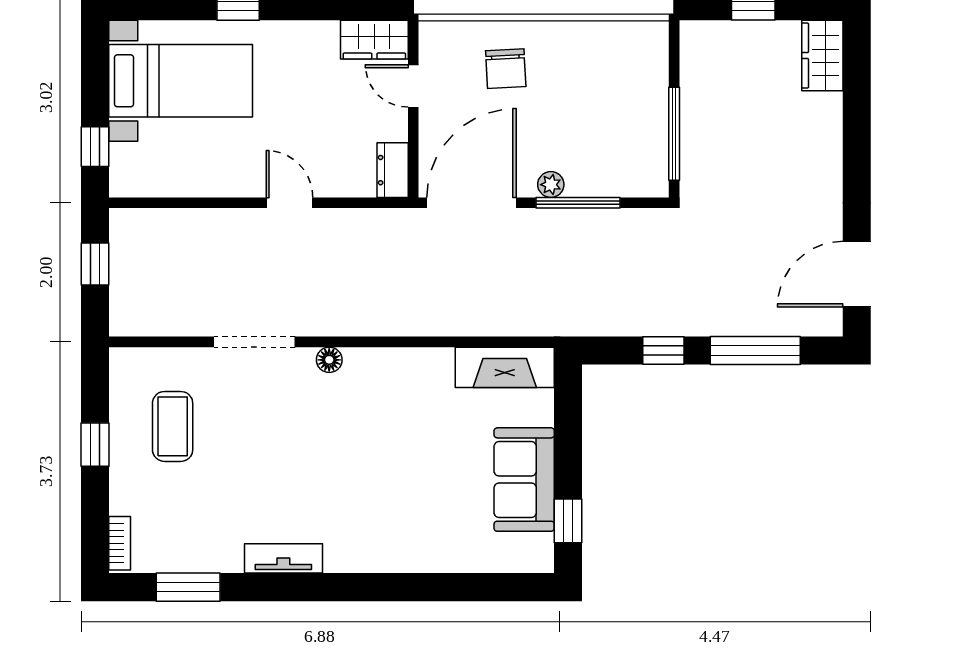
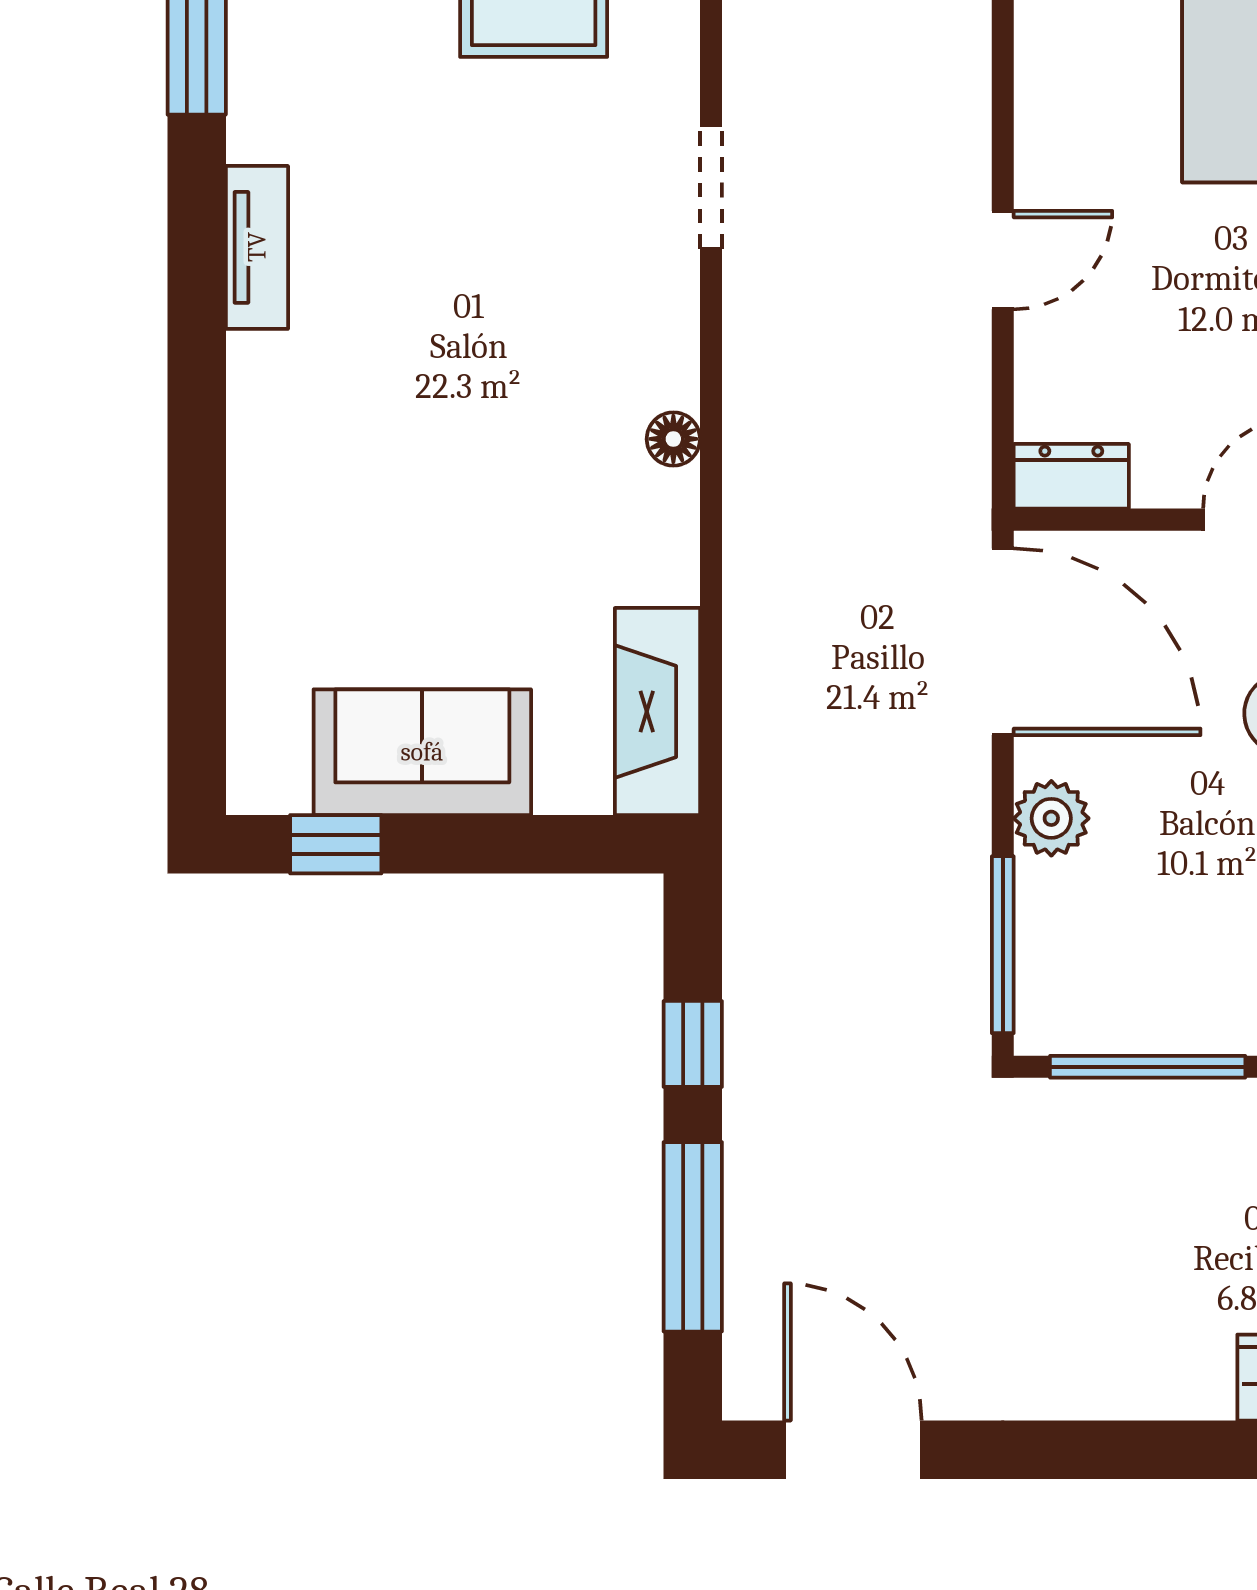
plant: (551, 185) -> (1051, 818), width x1.38, depth x1.38
window: (578, 203) -> (1003, 945), moved
doorway: (255, 342) -> (711, 187), width x0.73
floor lamp: (329, 360) -> (673, 439), moved

